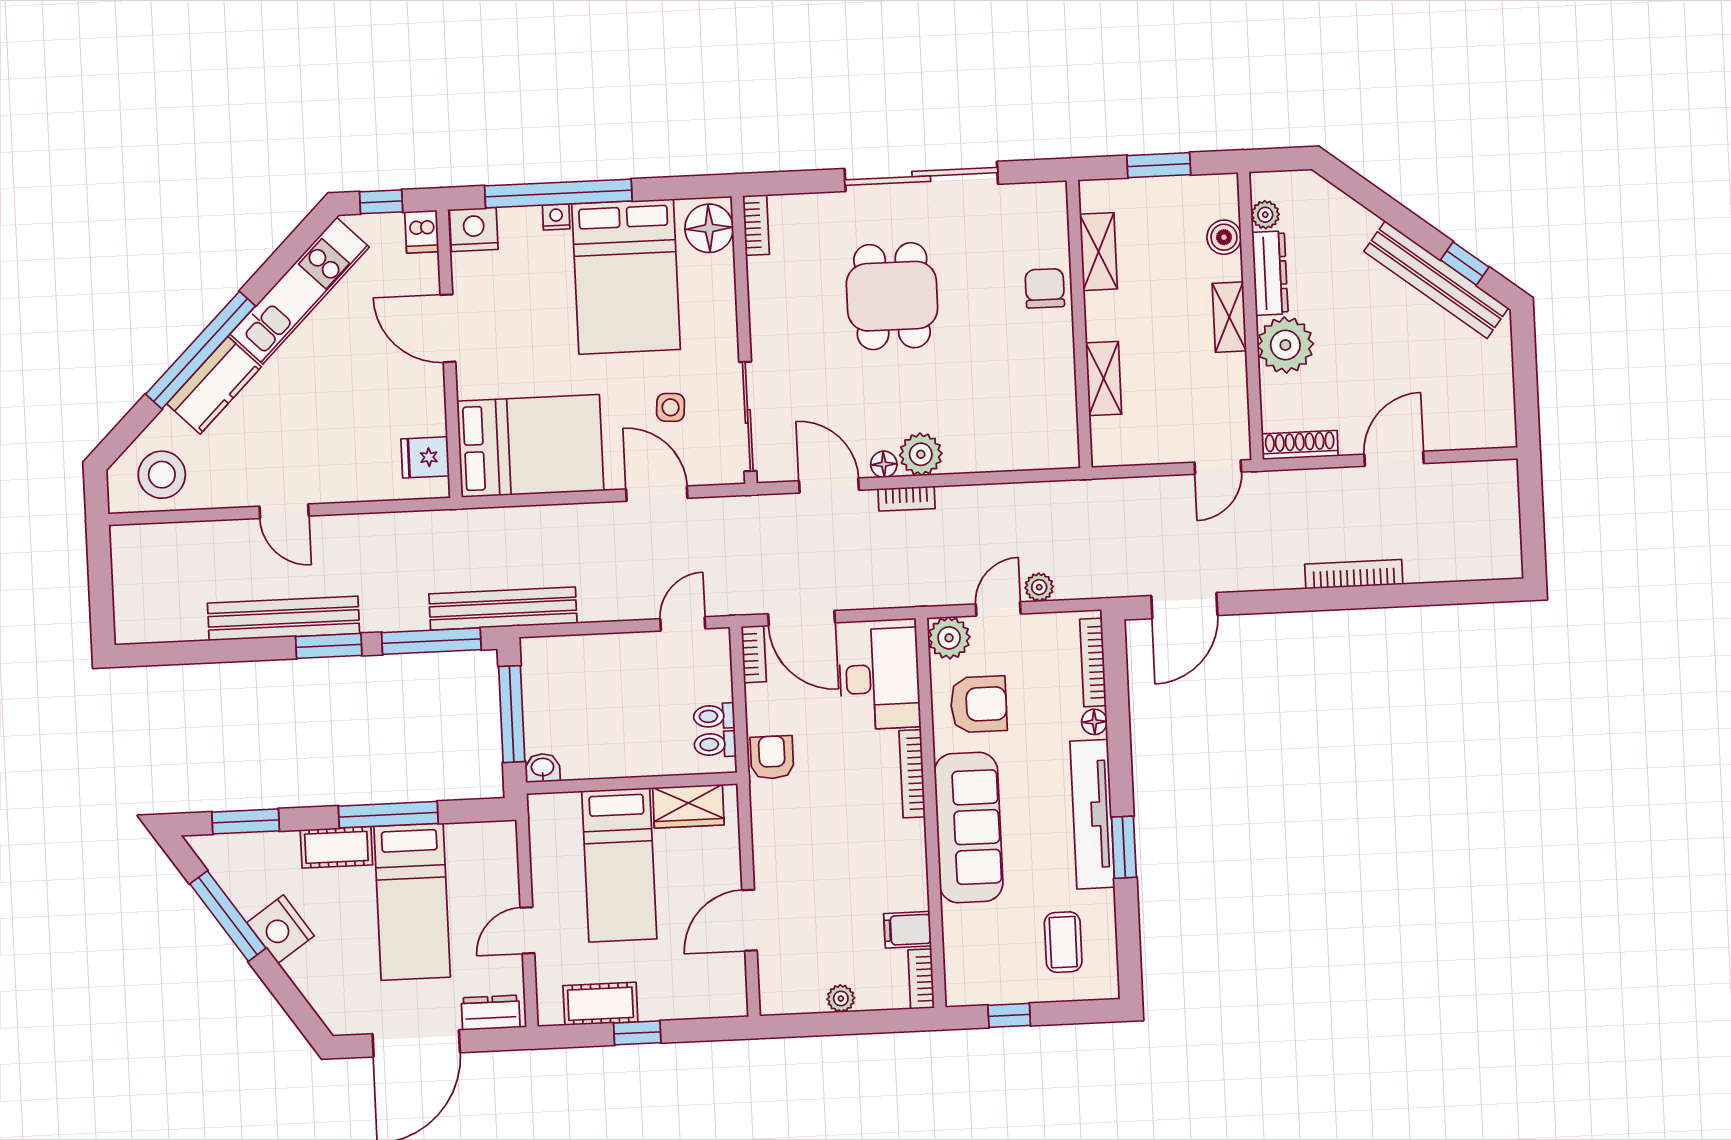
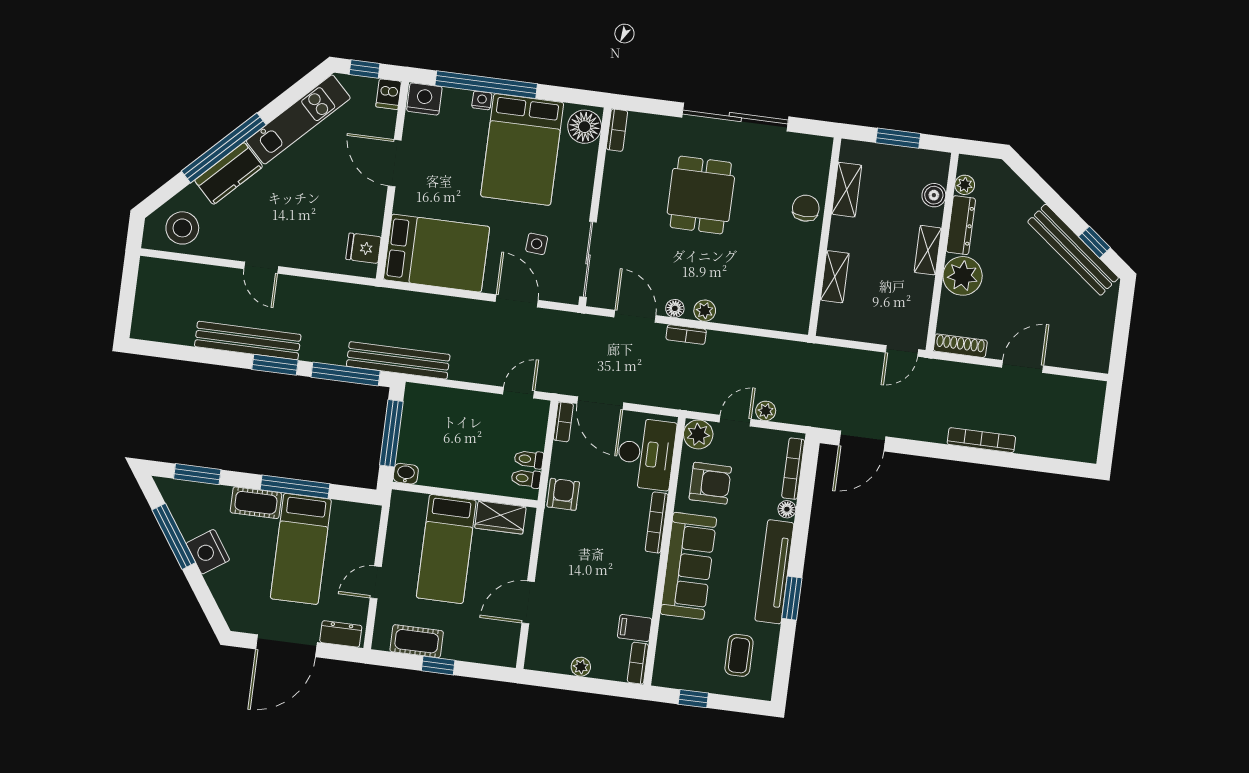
plant: (921, 454) -> (705, 311), width x0.73, depth x0.73

